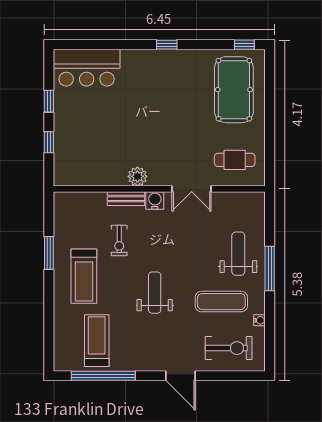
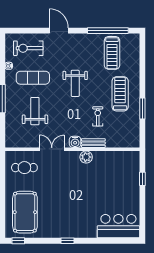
window: (49, 101) -> (142, 205), removed
weight bench: (238, 254) -> (35, 111), moved, turned 180

